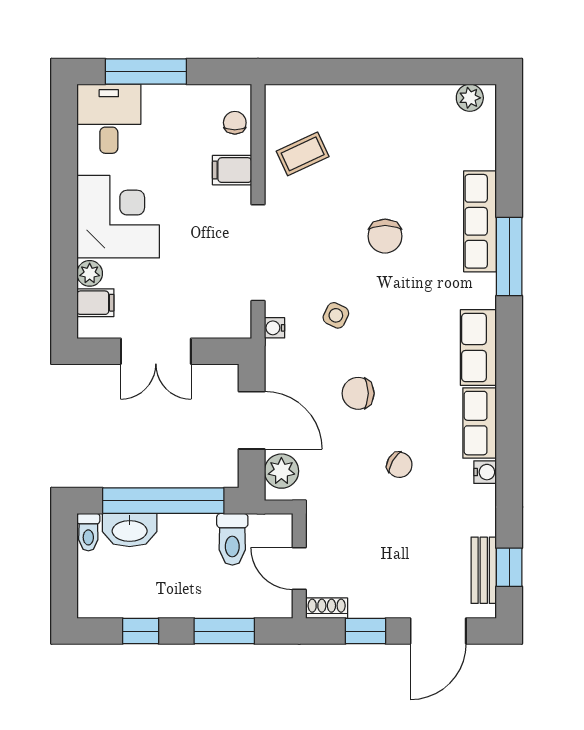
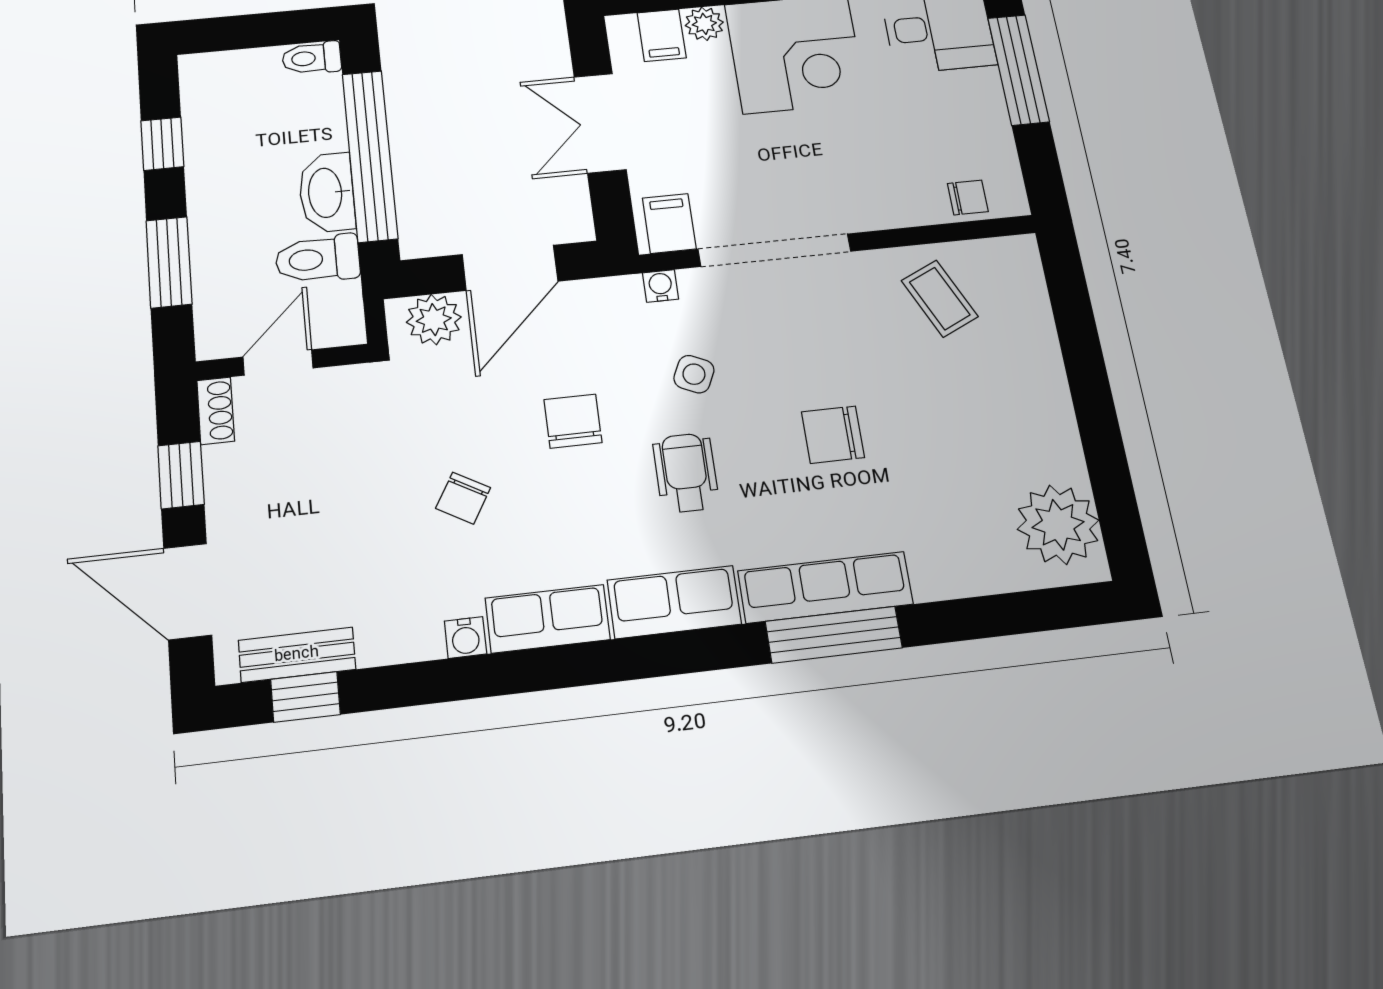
plant: (470, 98) -> (1058, 525), width x1.88, depth x1.88
filing cabinet: (232, 170) -> (669, 223), moved
row of seats: (480, 221) -> (825, 587), moved
wheelchair: (399, 329) -> (686, 473), added
washbasin: (130, 530) -> (327, 193), moved

